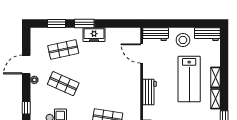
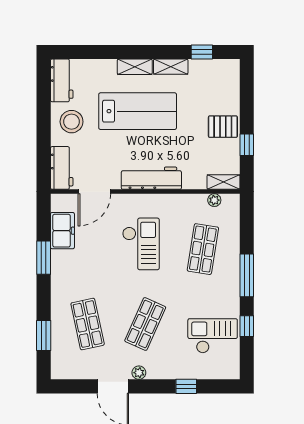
window: (84, 23) -> (44, 258), moved
freezer: (94, 35) -> (62, 231), moved
checkout: (111, 81) -> (141, 244), added
workbench: (149, 92) -> (151, 178), width x1.38

